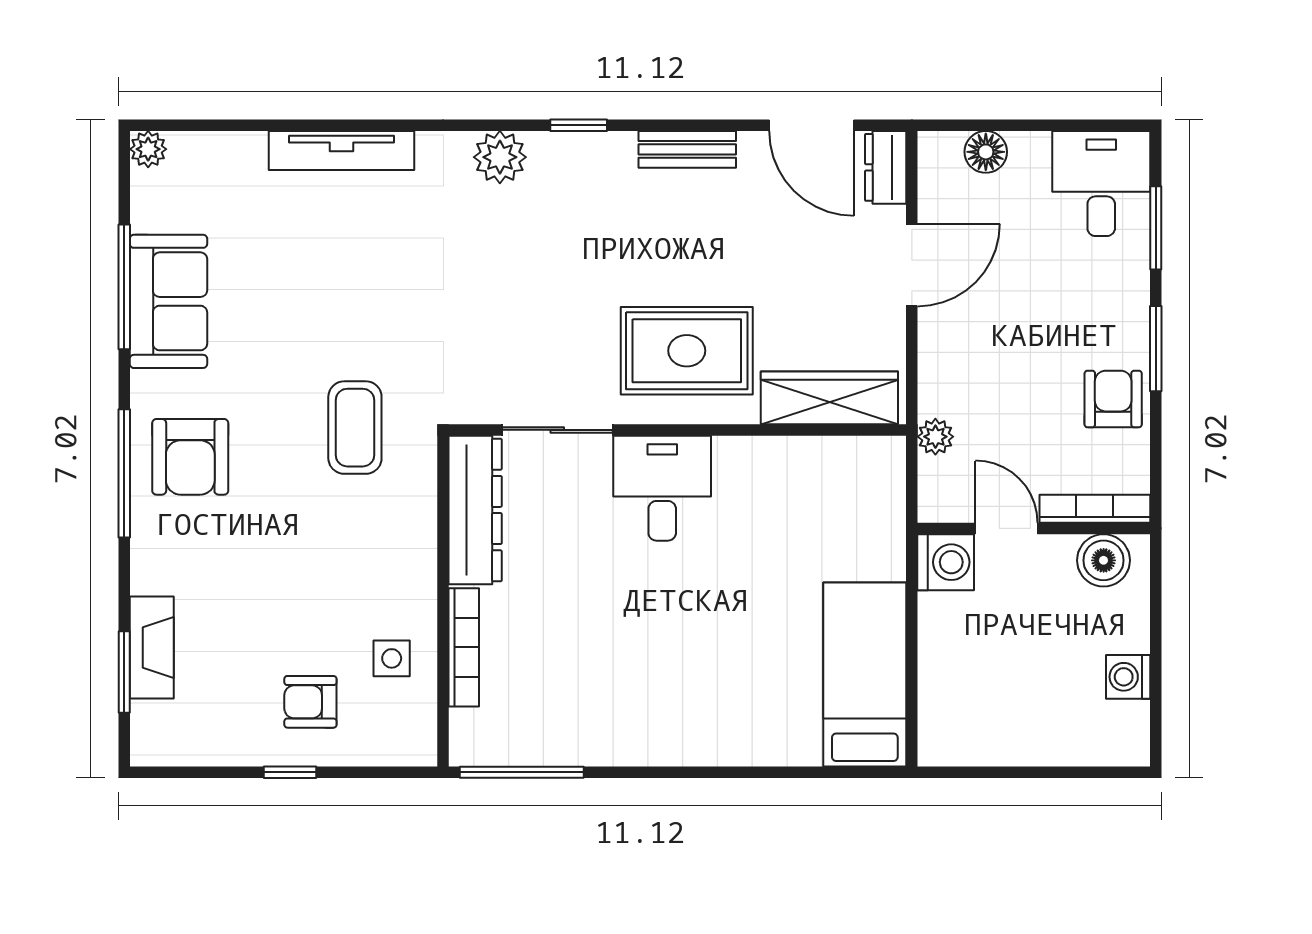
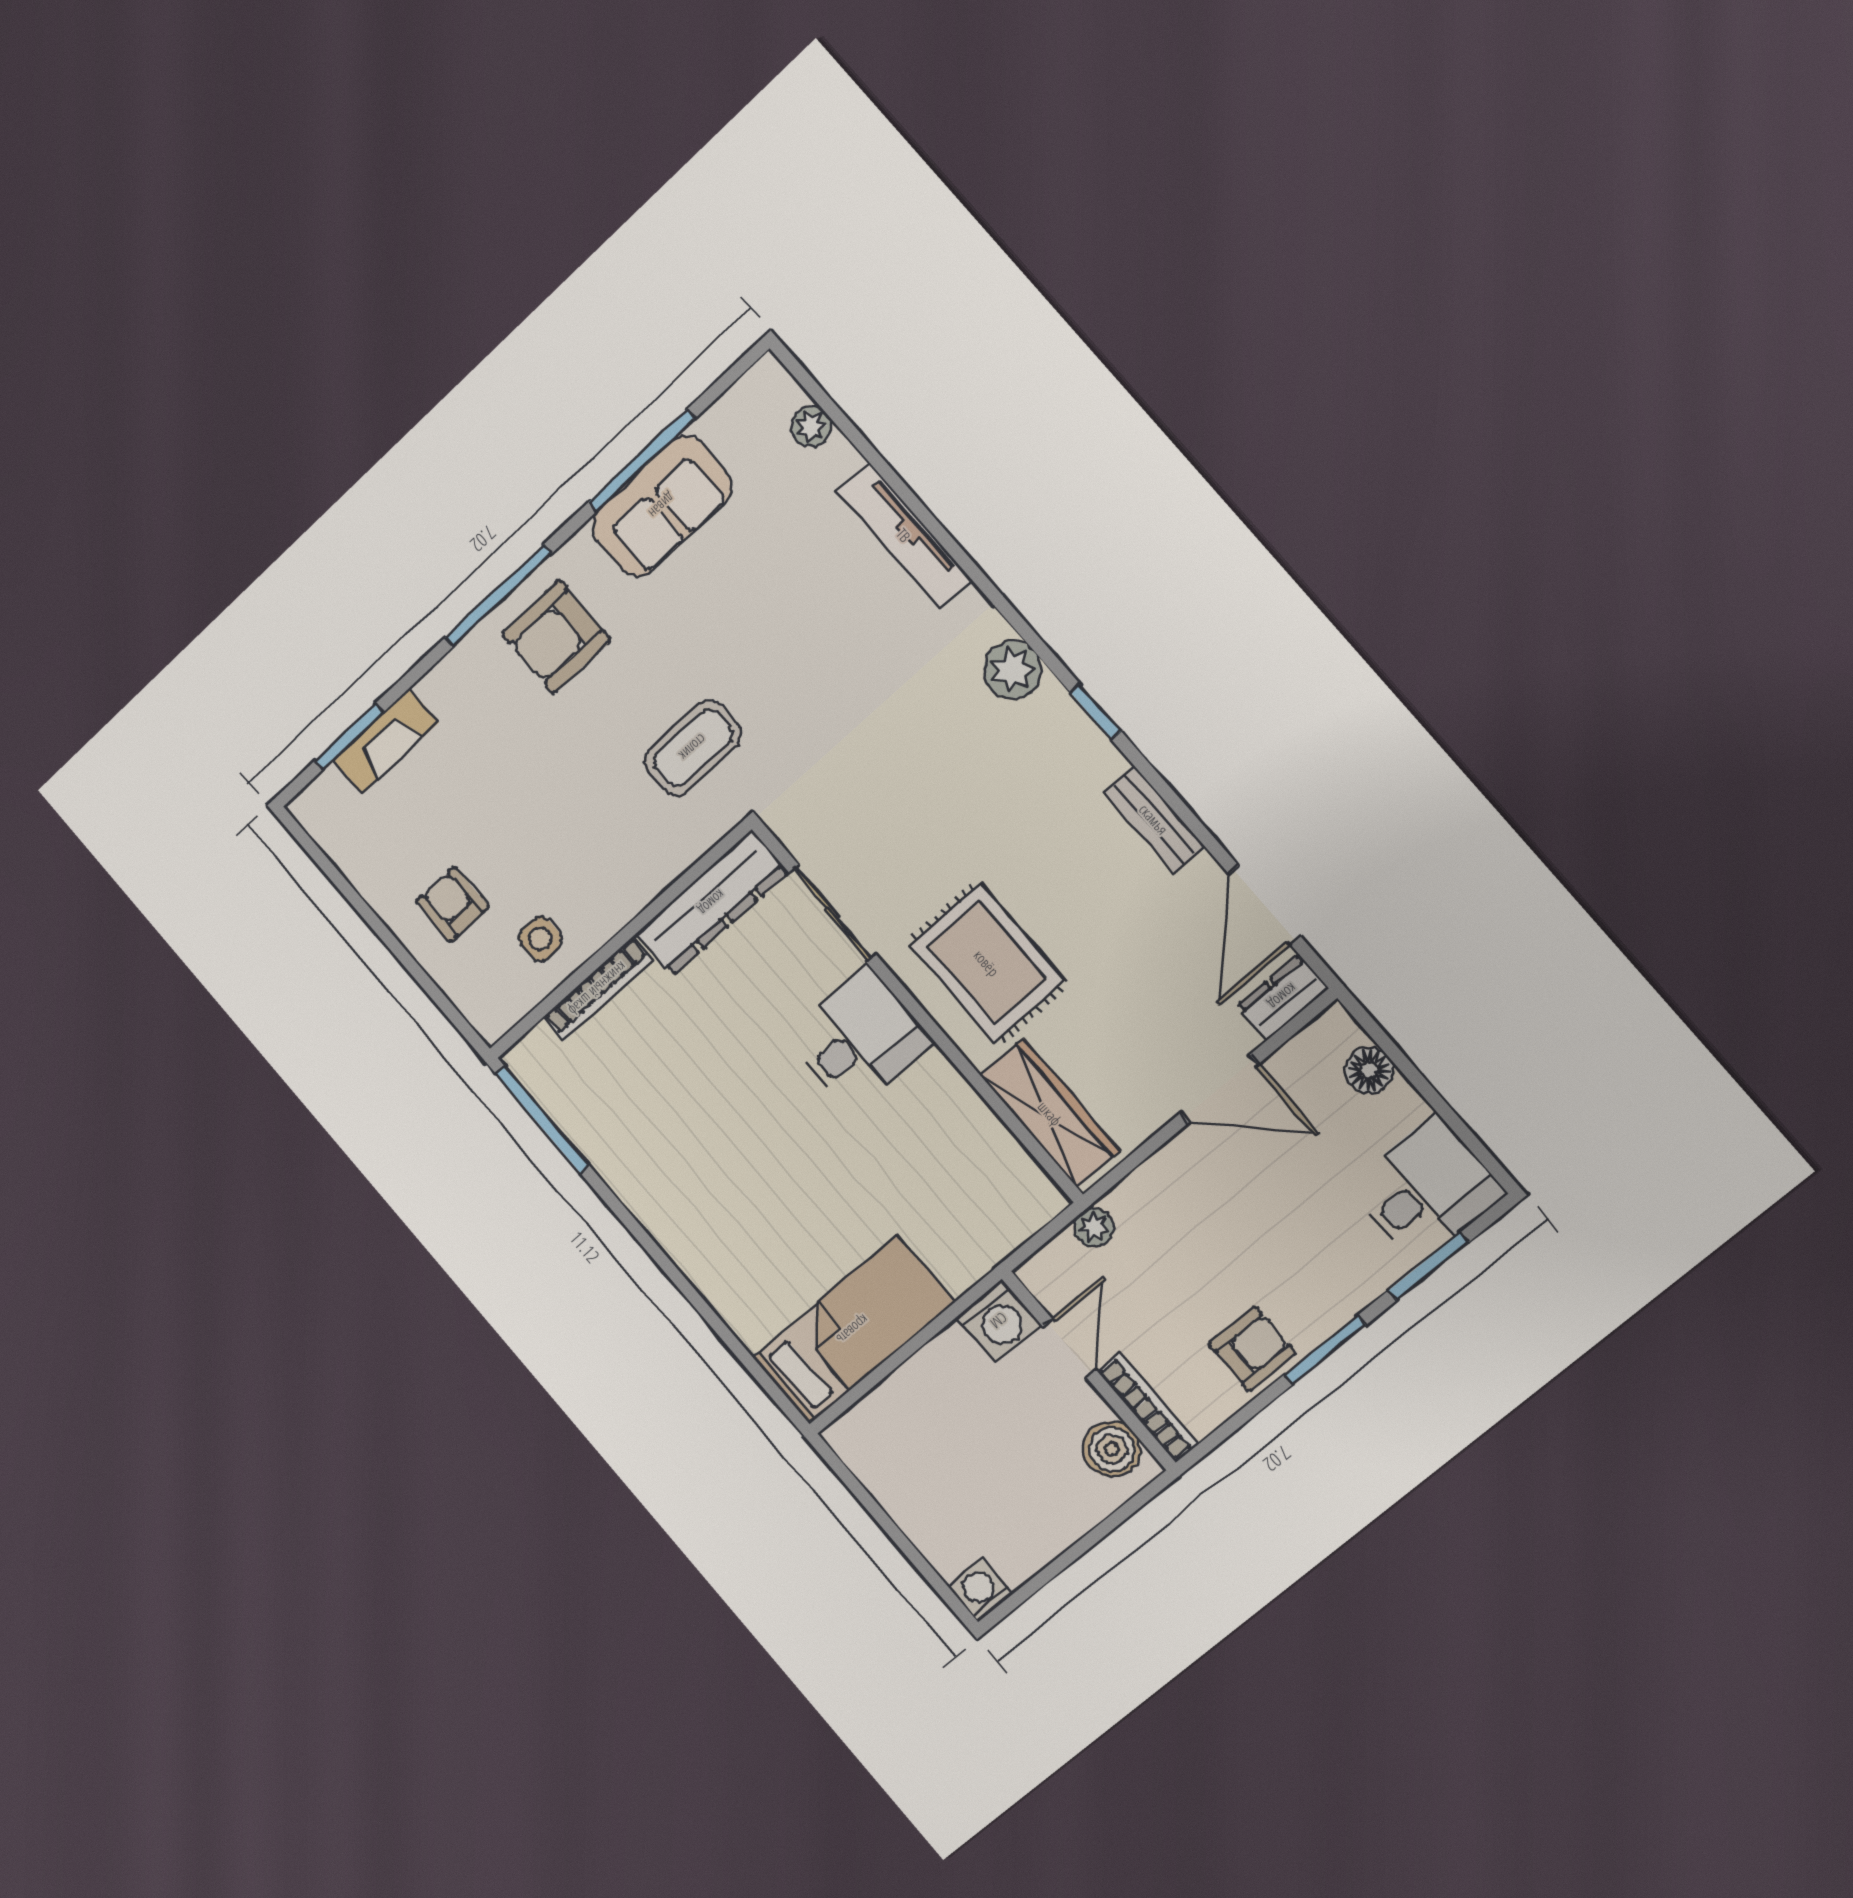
plant: (148, 149) -> (811, 426), moved
washing machine: (1128, 677) -> (980, 1590), moved
window: (290, 772) -> (386, 936), removed

